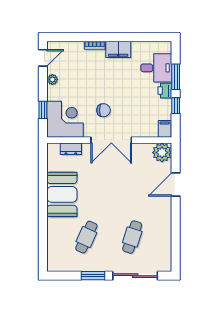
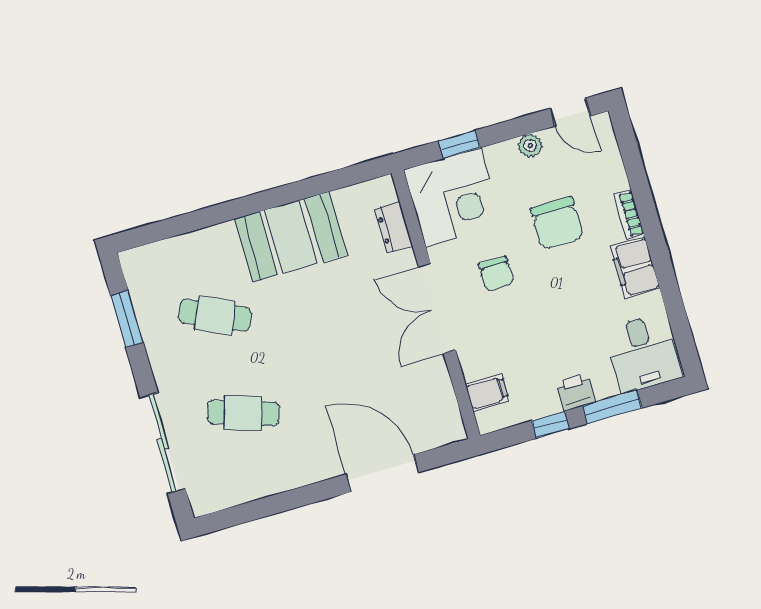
desk: (156, 68) -> (643, 353), moved
chair: (89, 78) -> (557, 223), added
filing cabinet: (165, 129) -> (487, 392), moved
plant: (162, 153) -> (442, 424), removed
door: (176, 184) -> (382, 473), width x1.36
window: (93, 276) -> (127, 319), moved

